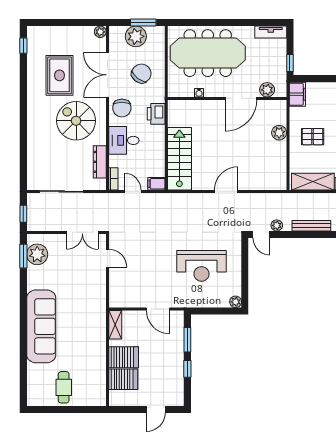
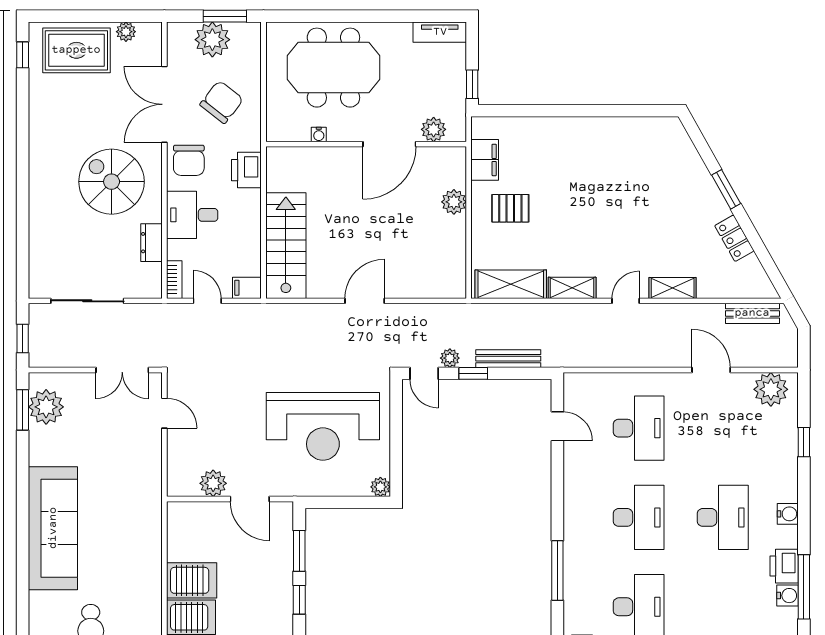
plant: (100, 32) -> (126, 32), moved
meeting table: (208, 53) -> (333, 68), width x0.73
rug: (60, 75) -> (76, 50), moved, turned 90
filing cabinet: (297, 94) -> (485, 160), moved
dresser: (100, 162) -> (151, 243), width x0.70
window: (291, 234) -> (473, 373), added
reception desk: (201, 266) -> (323, 426), width x1.36, depth x1.30
plant: (136, 300) -> (213, 483), added
shelving: (115, 325) -> (178, 525), removed

